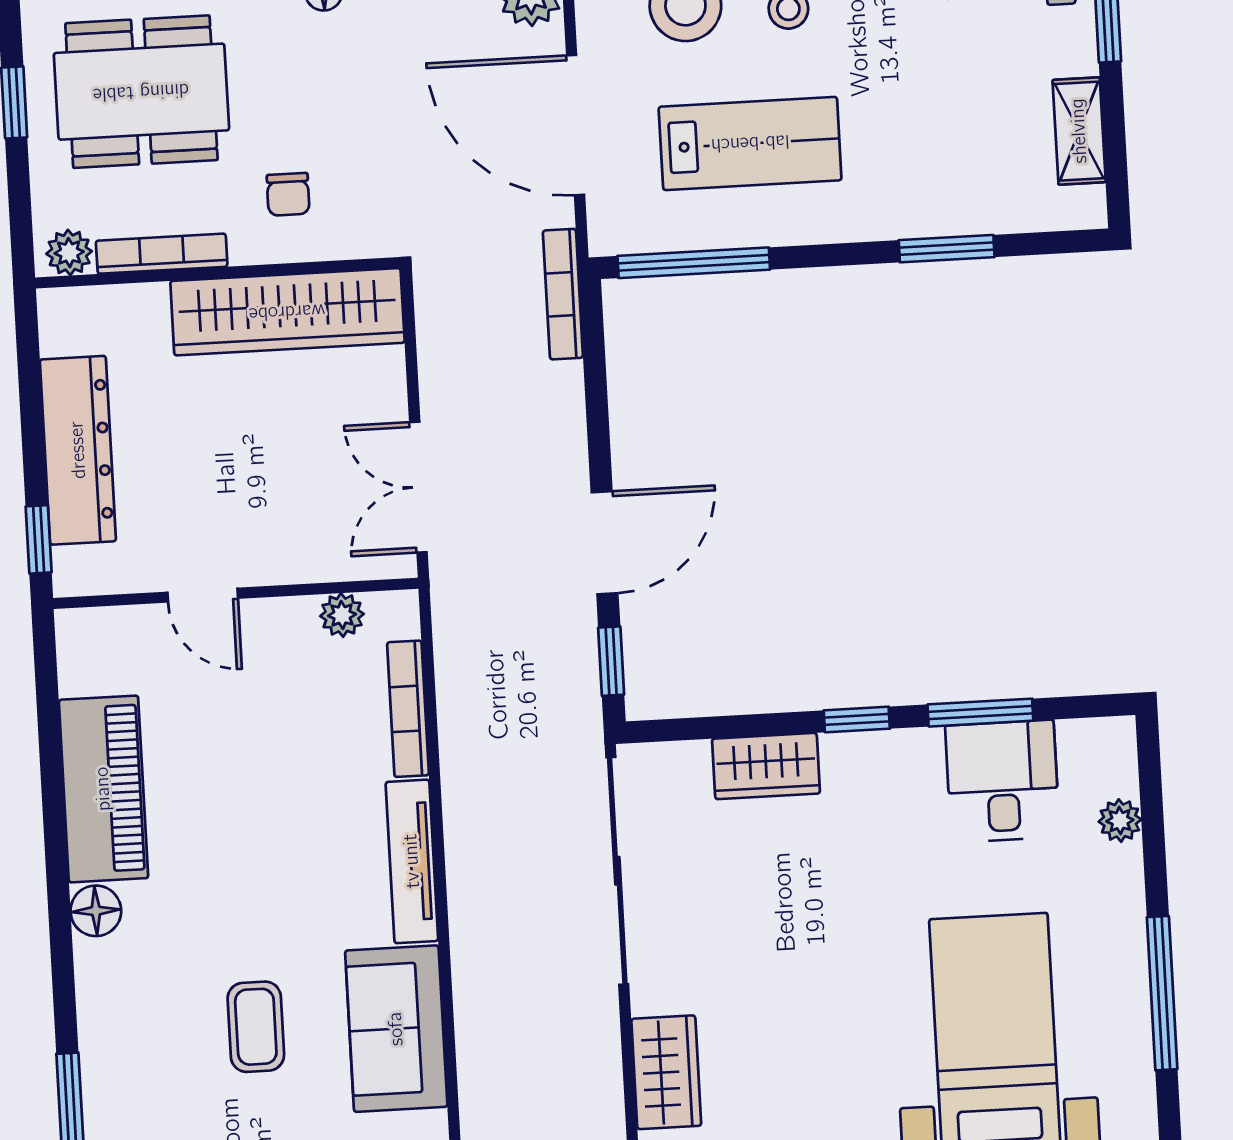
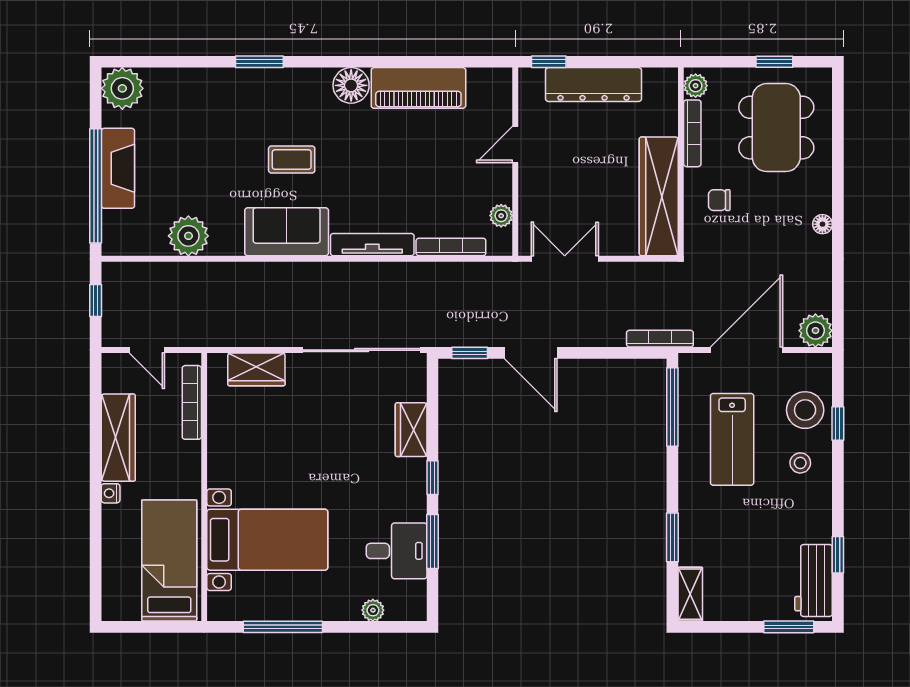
shelving: (1079, 131) -> (690, 594), moved, turned 90
floor lamp: (96, 911) -> (351, 85), width x1.38, depth x1.38

